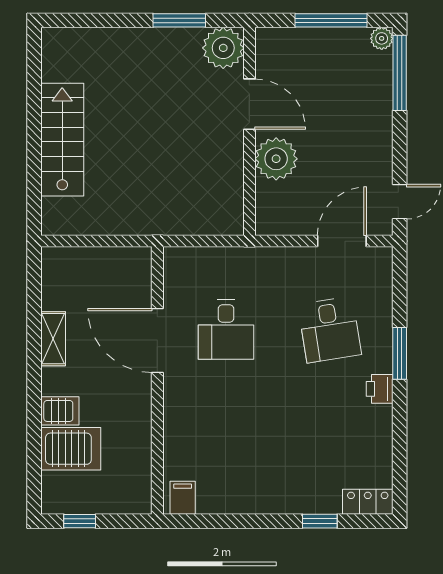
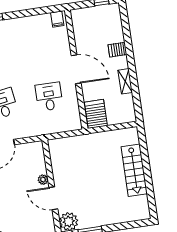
plant: (276, 159) -> (43, 180), width x0.53, depth x0.53
door: (157, 341) -> (76, 69), moved
server rack: (71, 449) -> (96, 114), moved, turned 90

